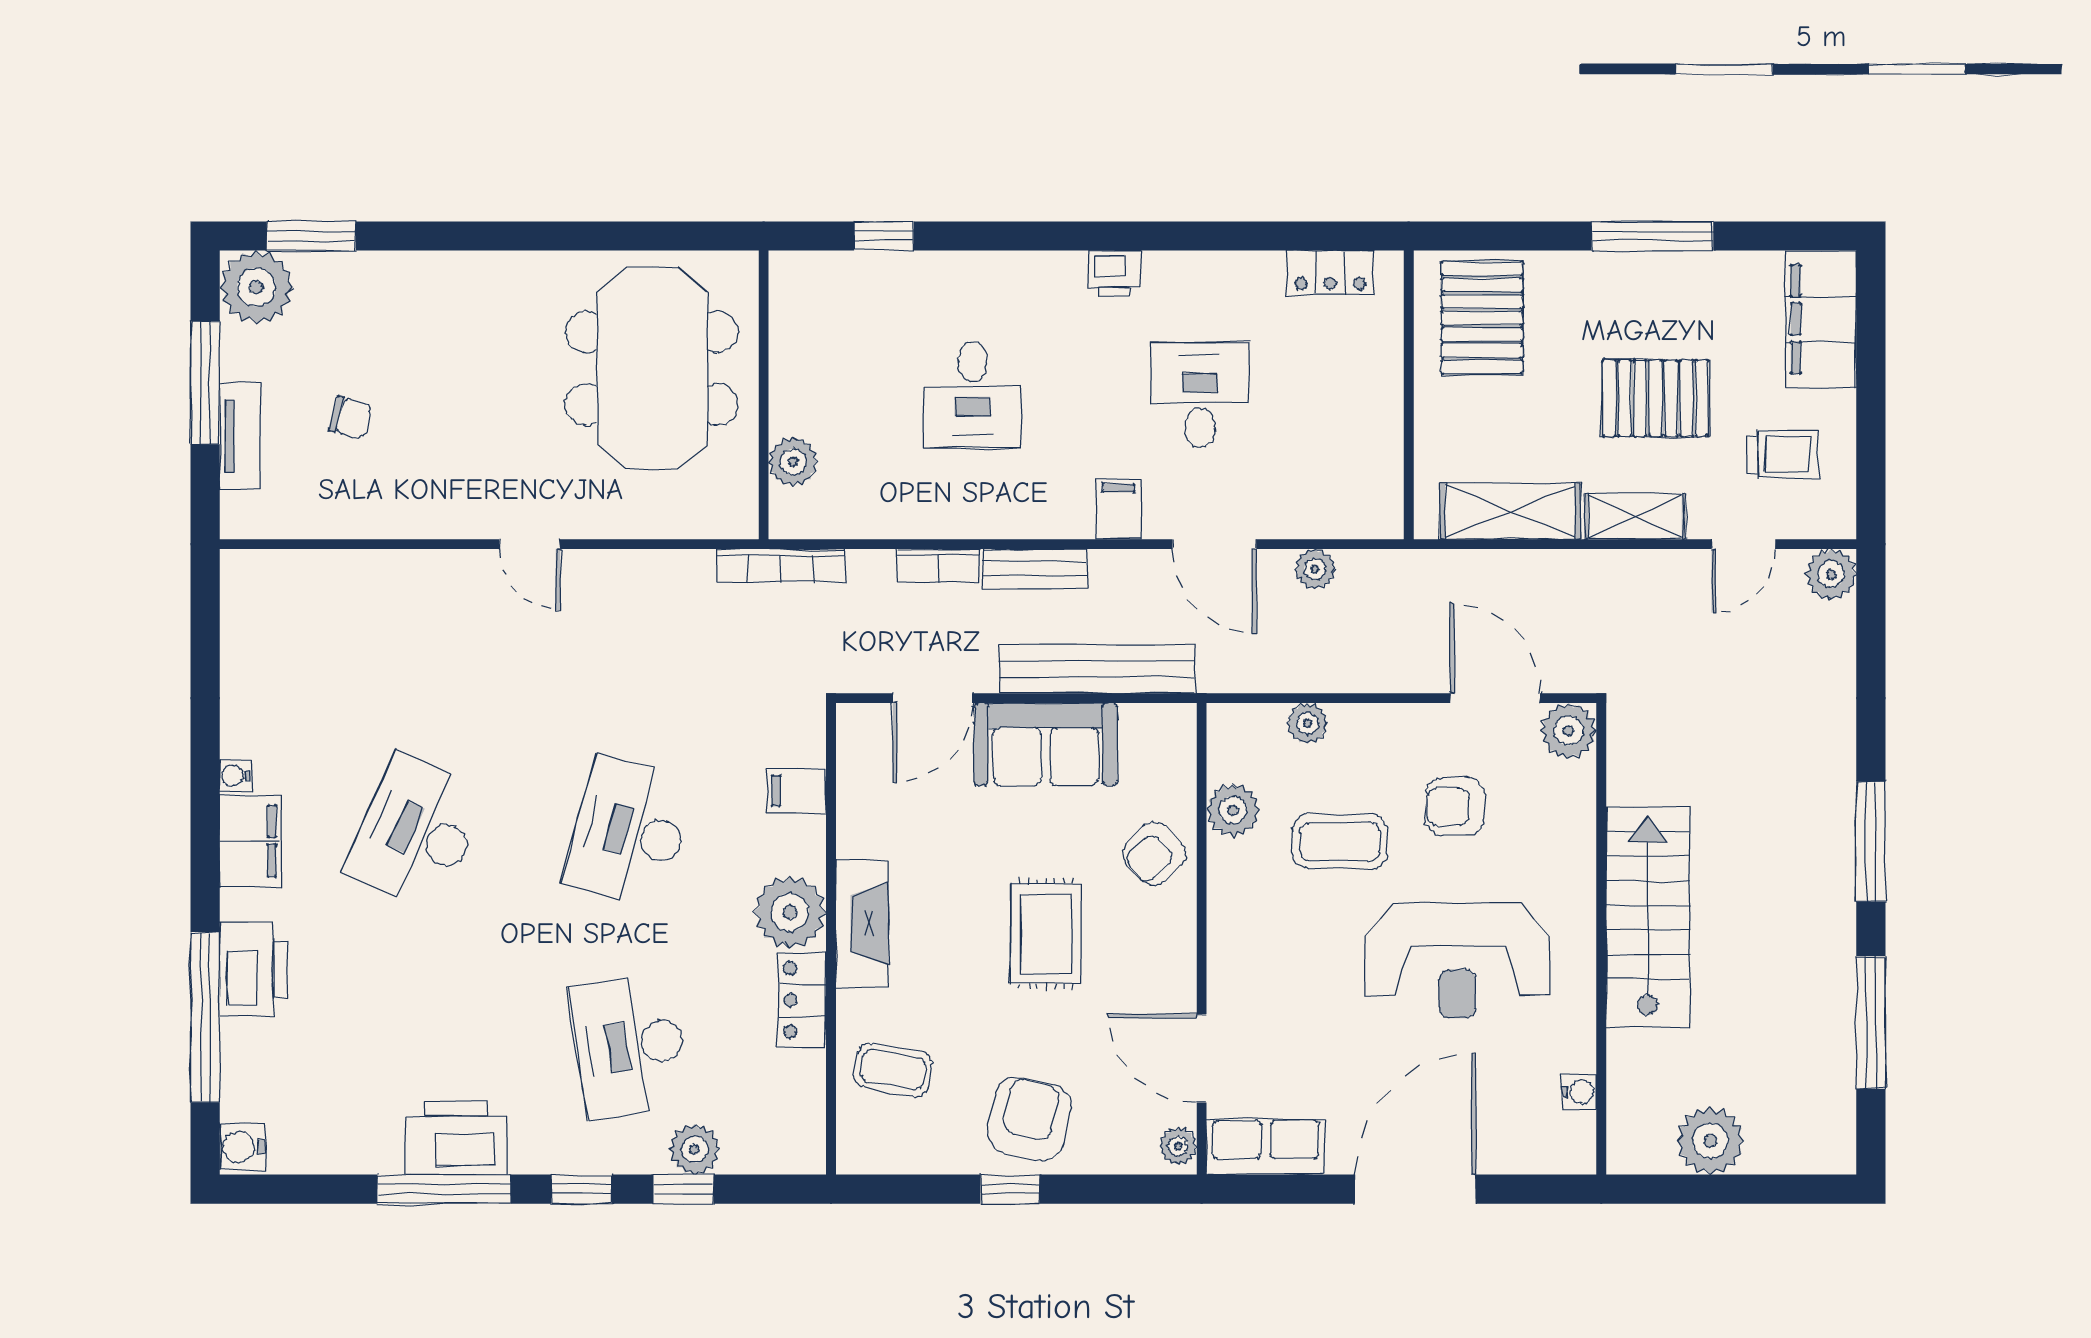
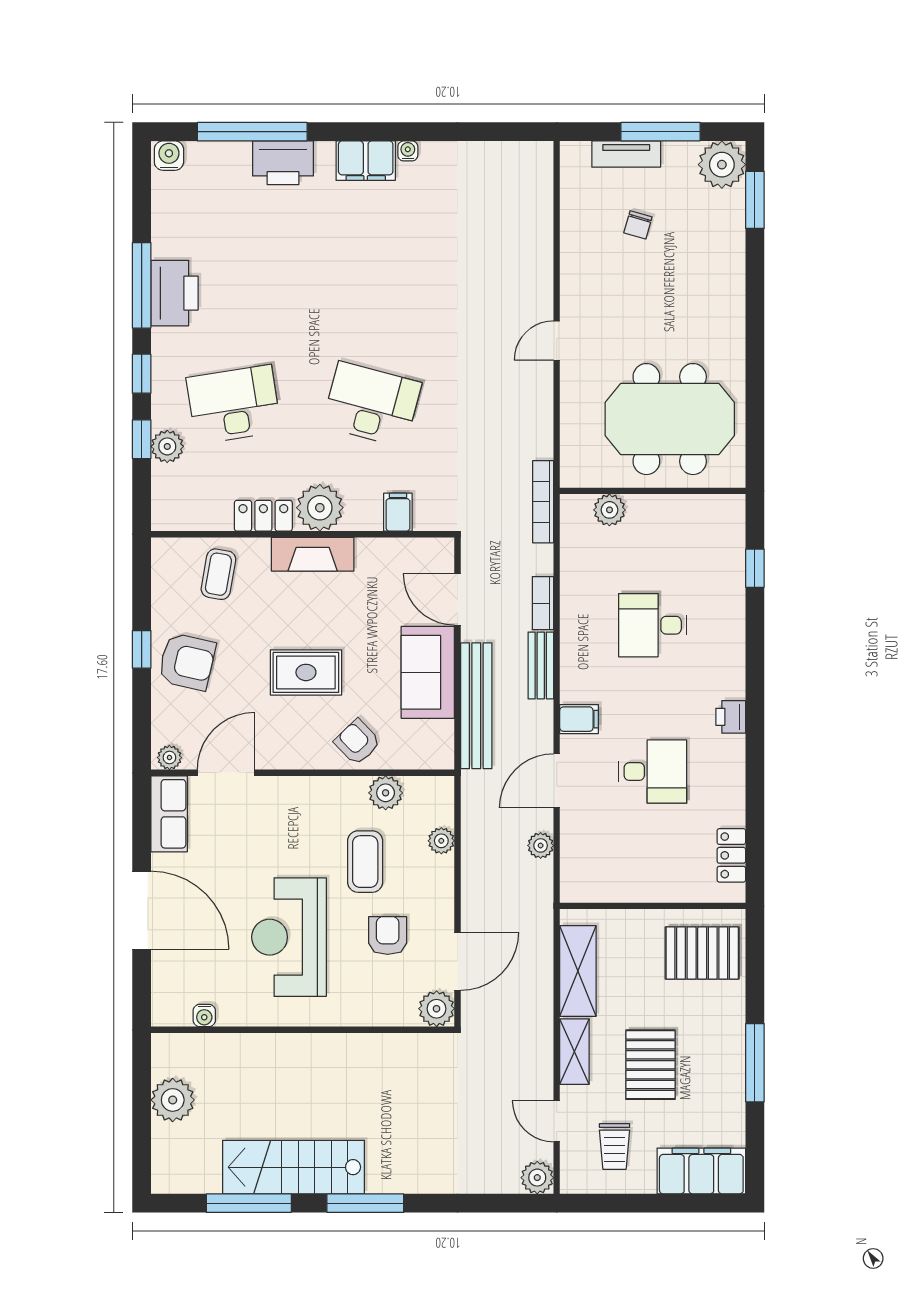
desk: (417, 832) -> (372, 268), removed
stairs: (1648, 917) -> (293, 1167), moved, turned 180

